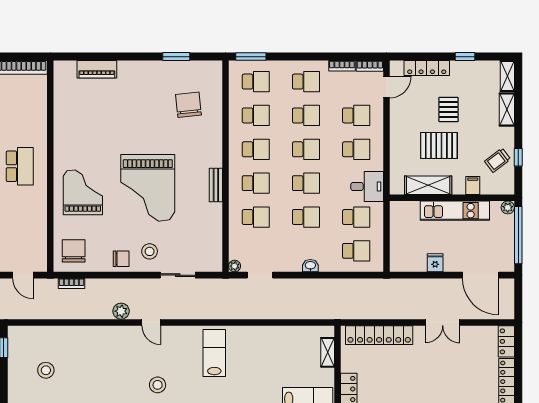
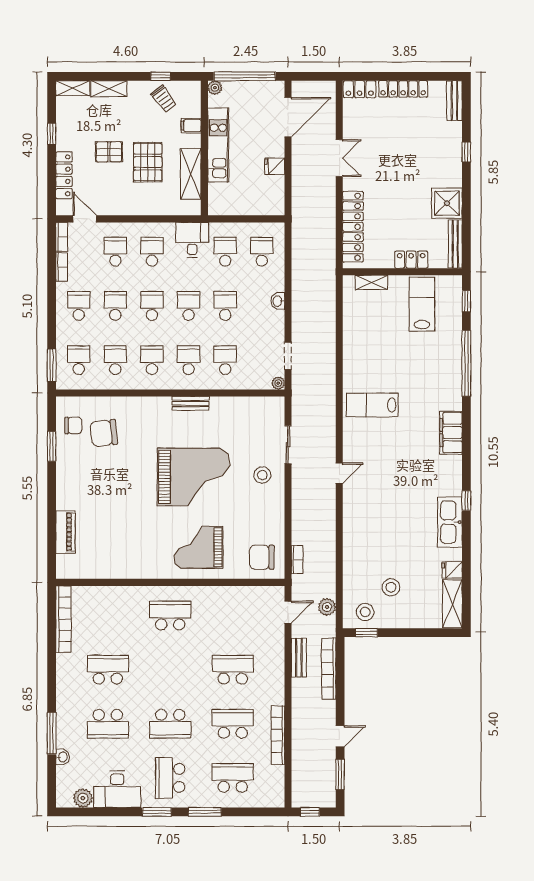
chair: (121, 259) -> (73, 425), moved, turned 90
plant: (121, 311) -> (327, 607), moved
stool: (158, 385) -> (365, 612), moved

